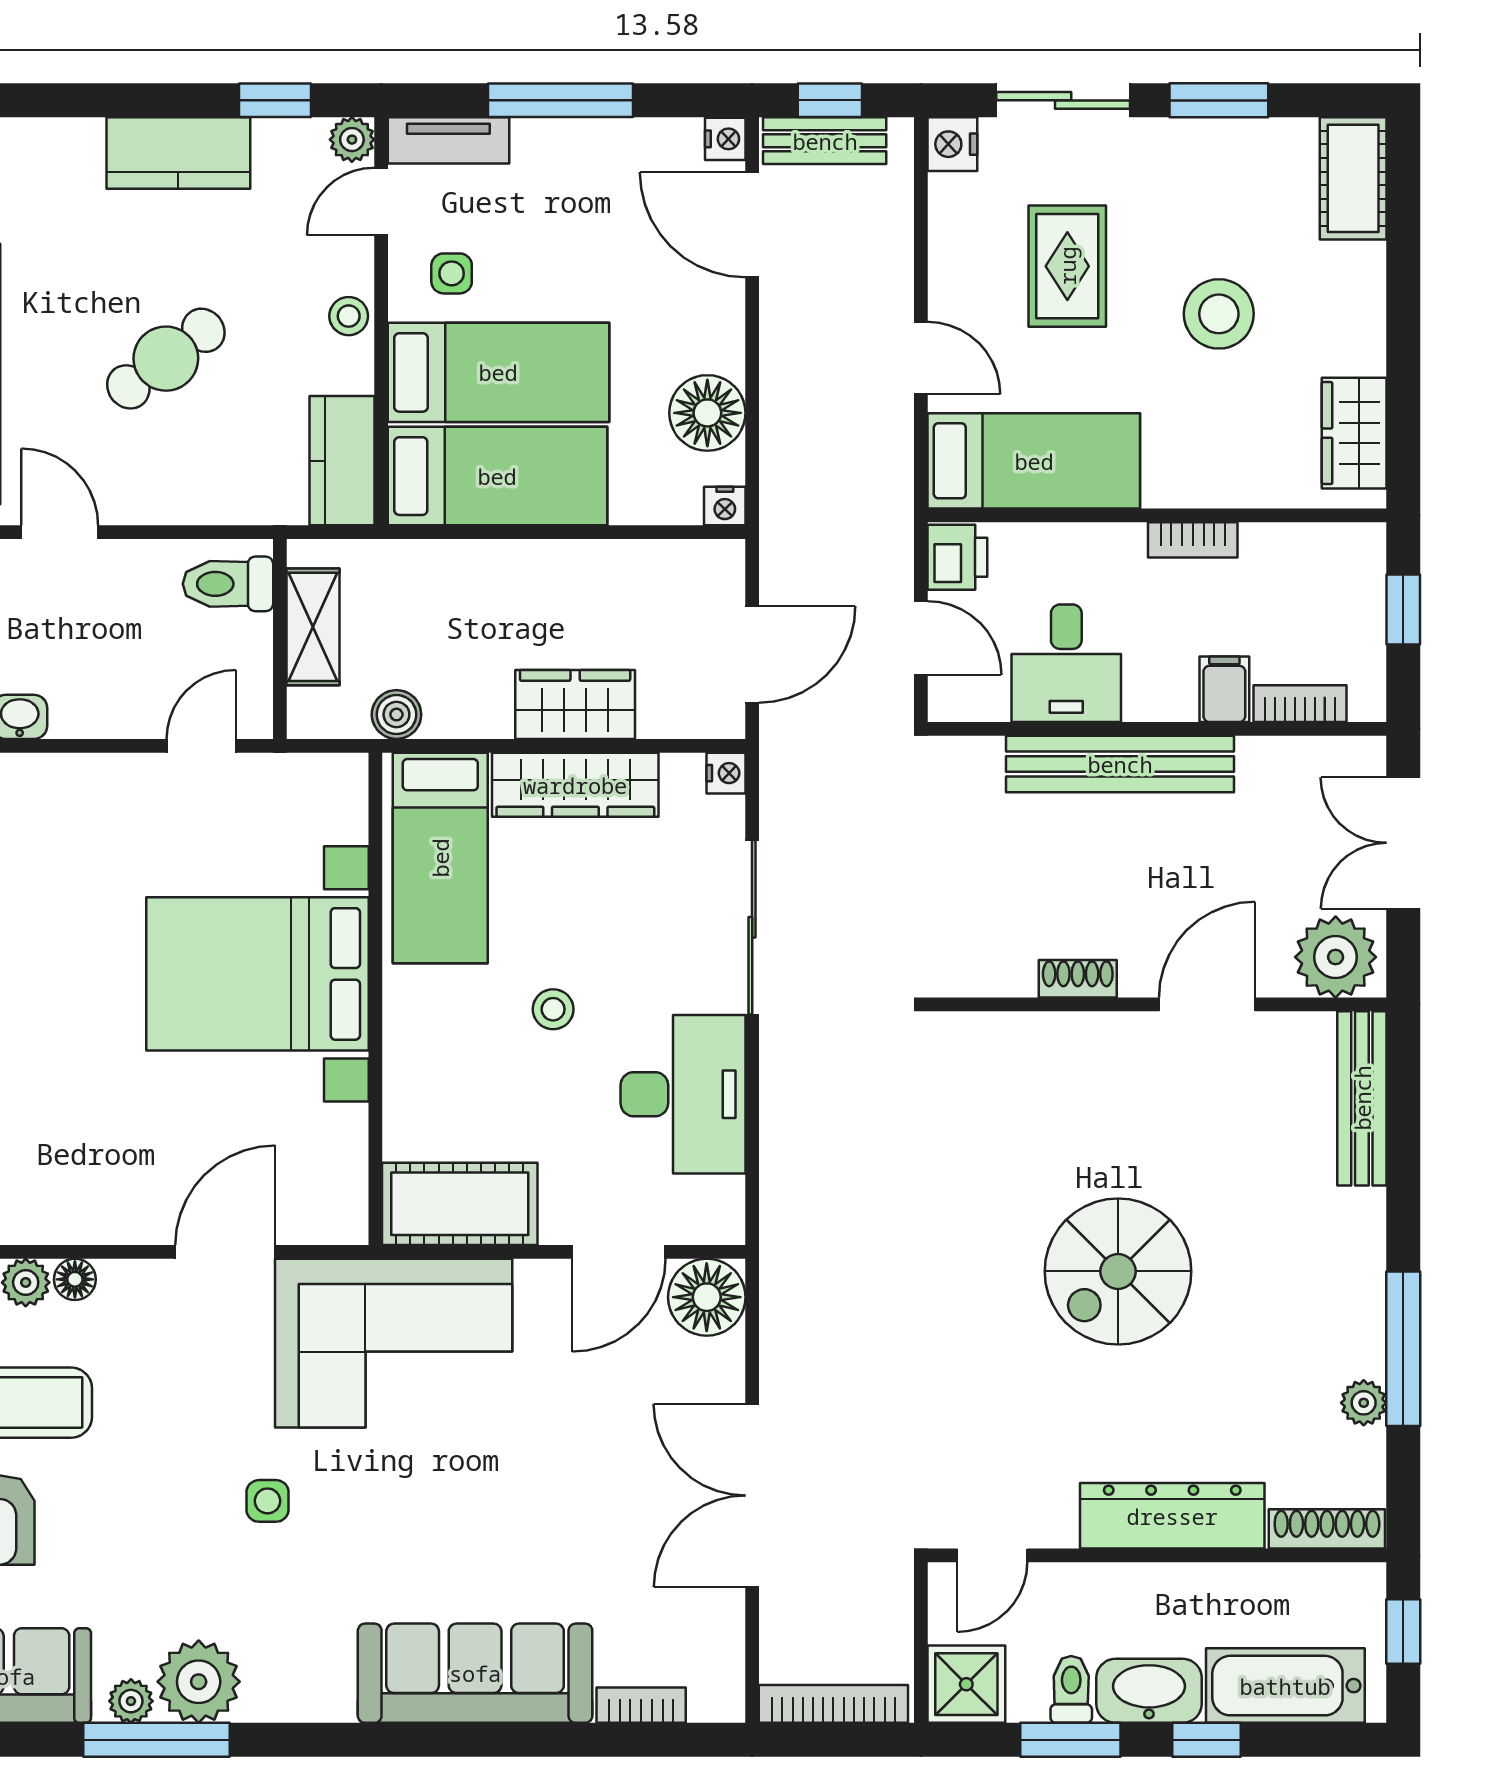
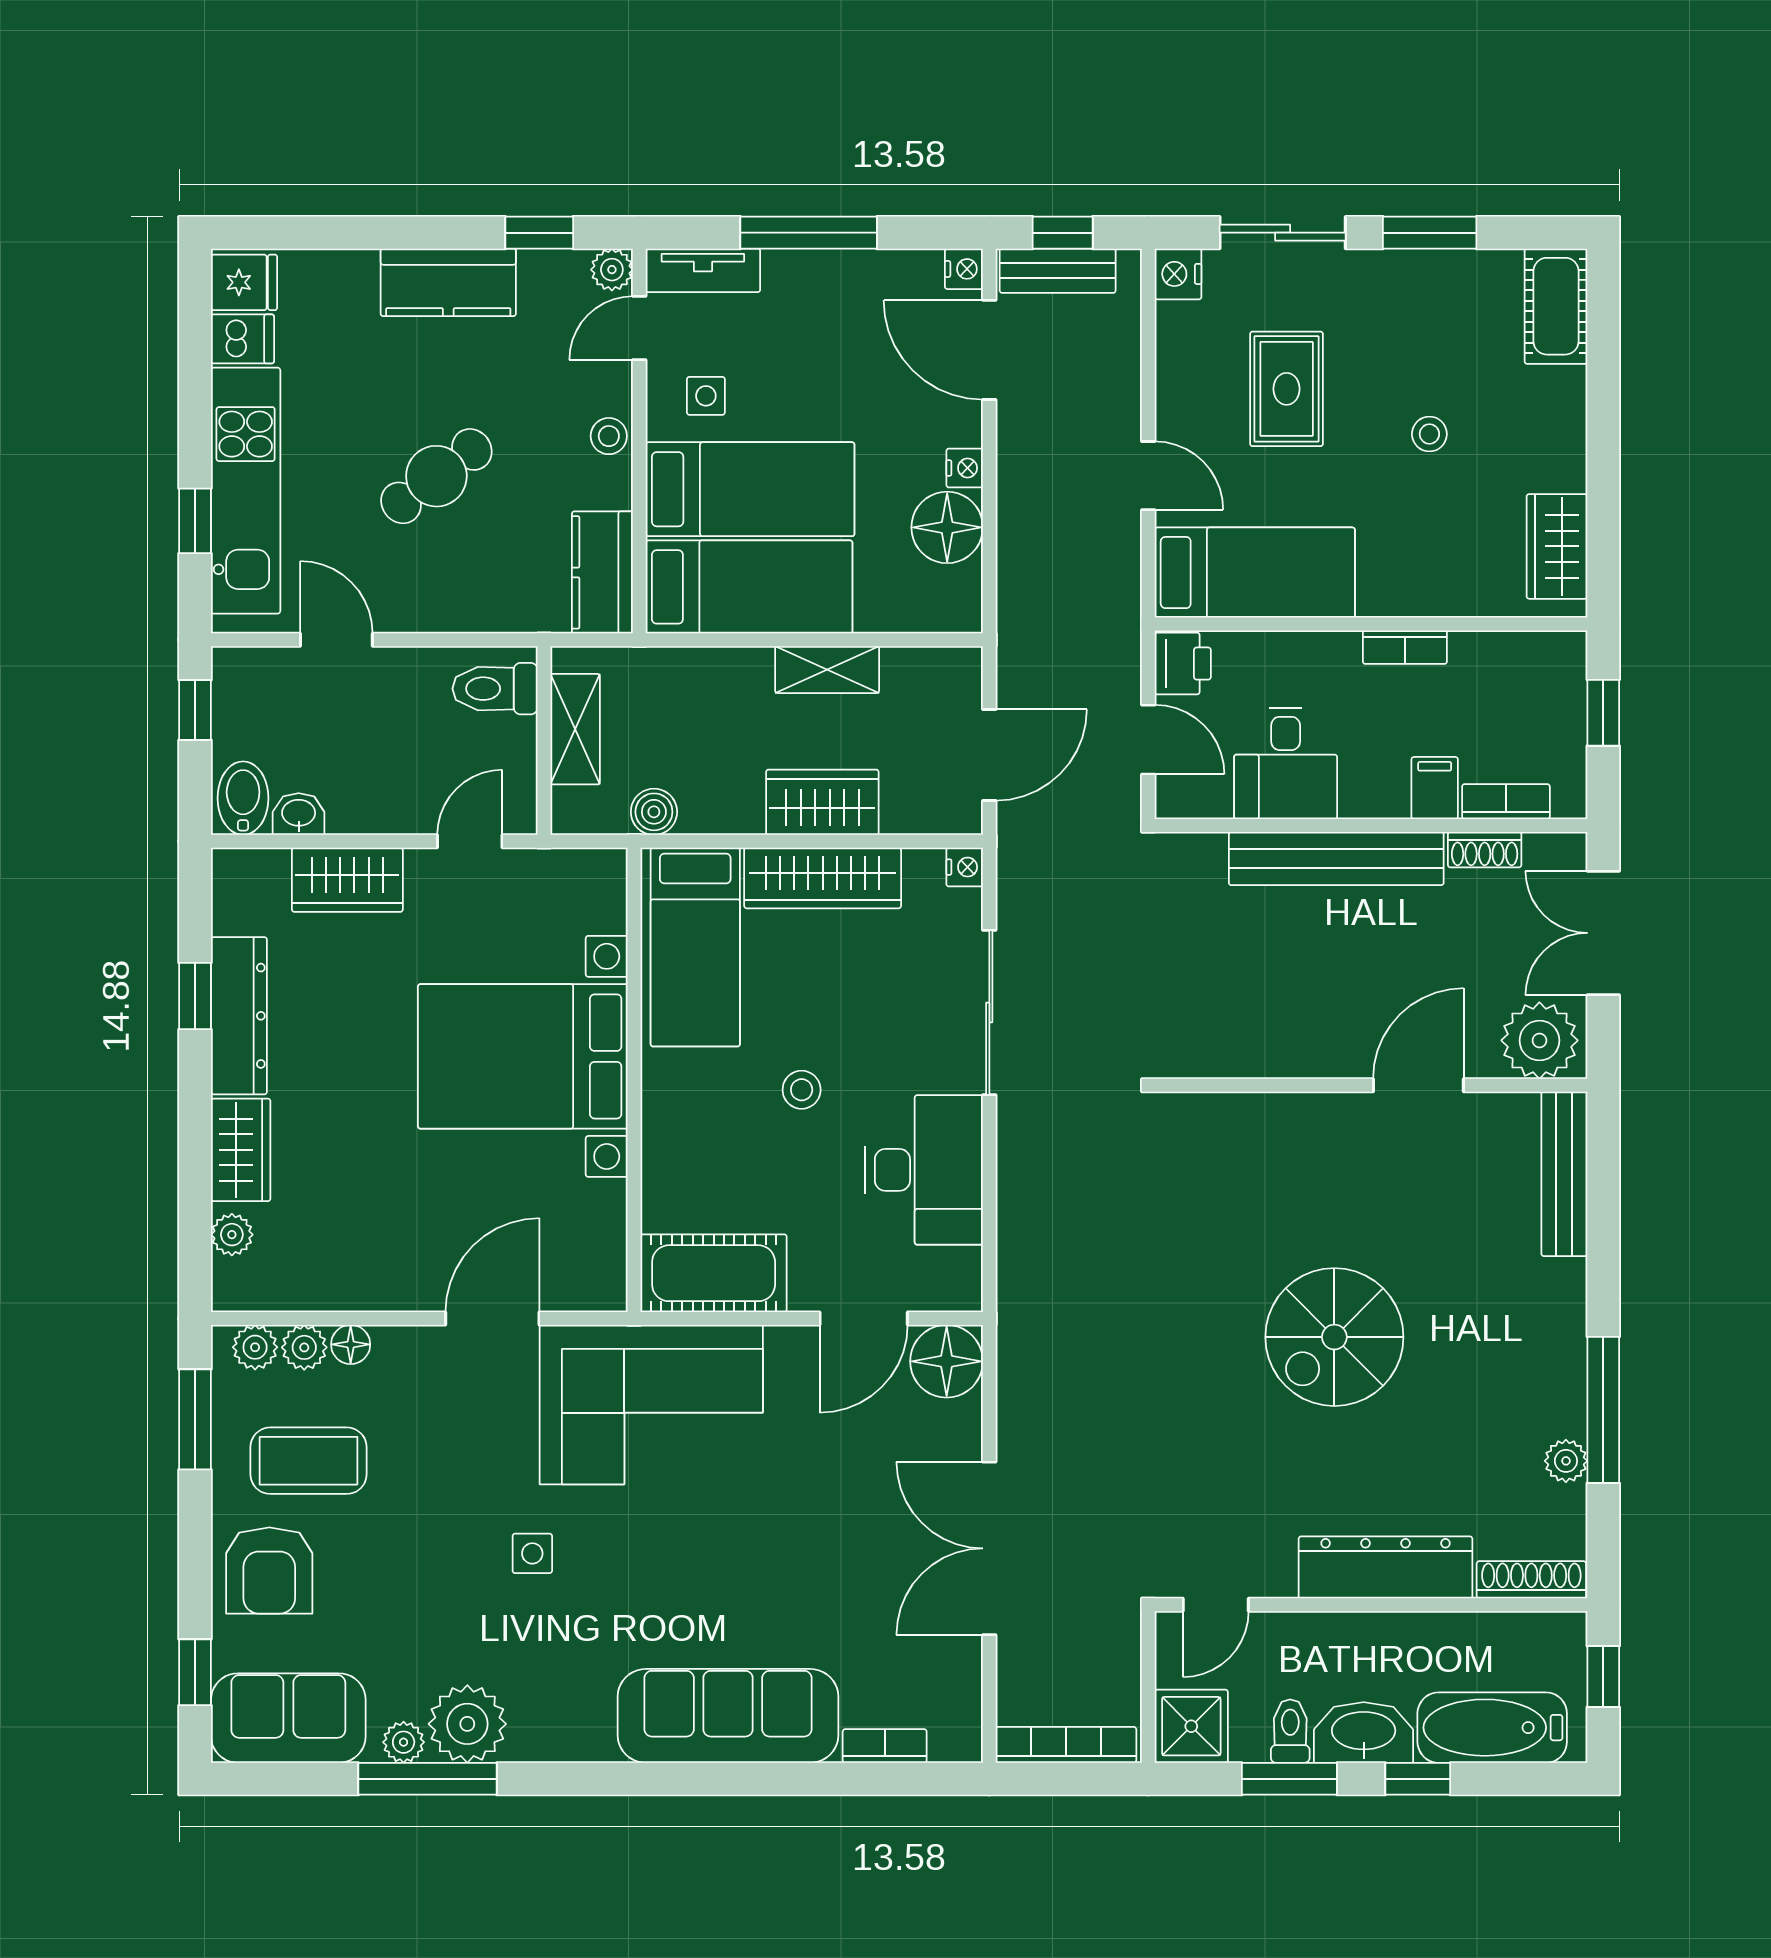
stool: (1219, 314) -> (1429, 434), width x0.53, depth x0.53
nightstand: (725, 506) -> (965, 468), moved, turned -90
shelving: (580, 564) -> (827, 670), added
wardrobe: (71, 787) -> (347, 880), added
shoe rack: (1078, 979) -> (1485, 850), moved, turned 180

